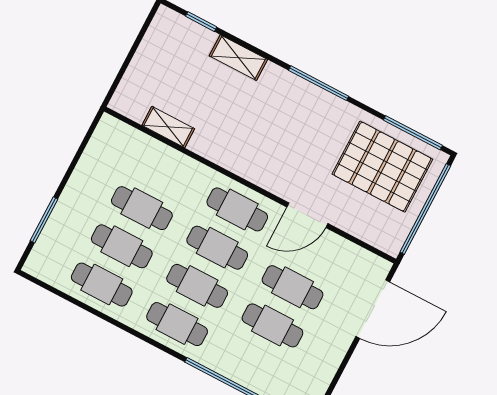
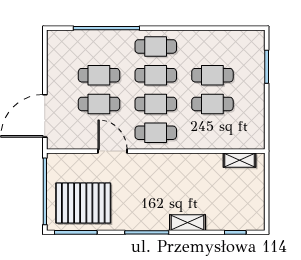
shelving: (238, 58) -> (187, 223), moved
shelving: (168, 127) -> (240, 160), moved
door: (307, 215) -> (112, 151), hinge flipped
cafe table: (102, 285) -> (212, 46), removed

